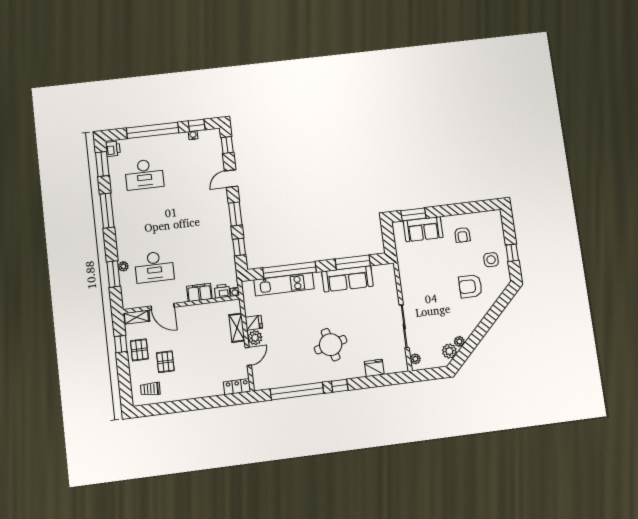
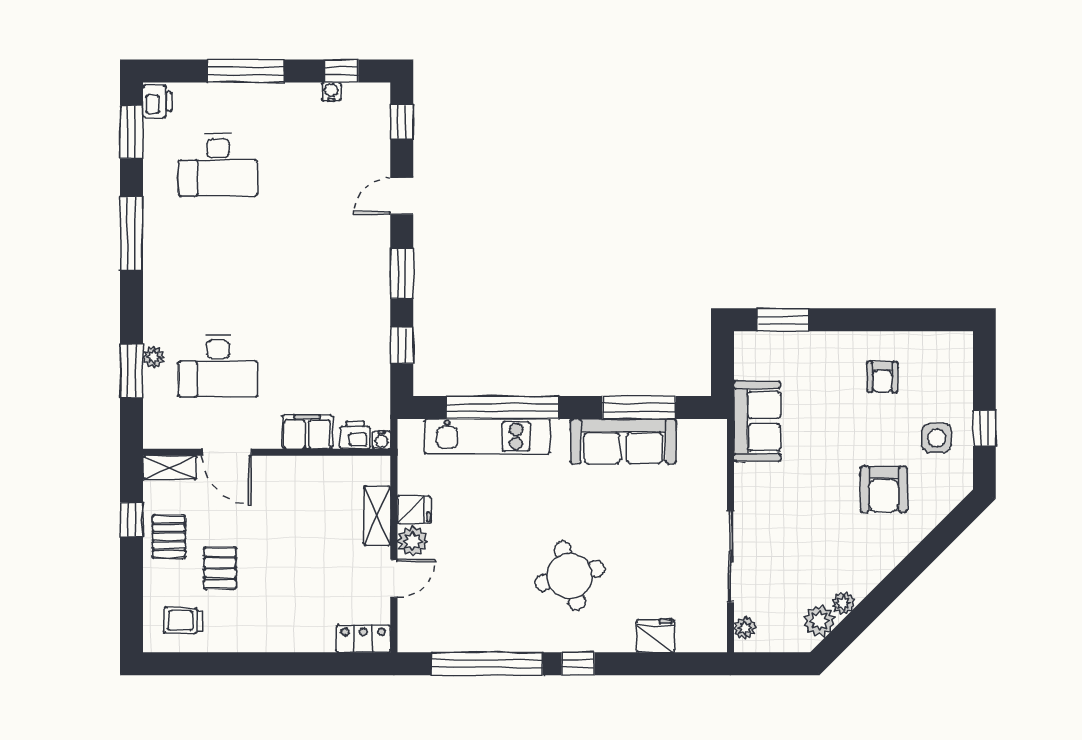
window: (153, 130) -> (246, 71), width x0.68
sofa: (423, 229) -> (757, 421), moved, turned -90
armchair: (470, 286) -> (884, 489), turned -90

